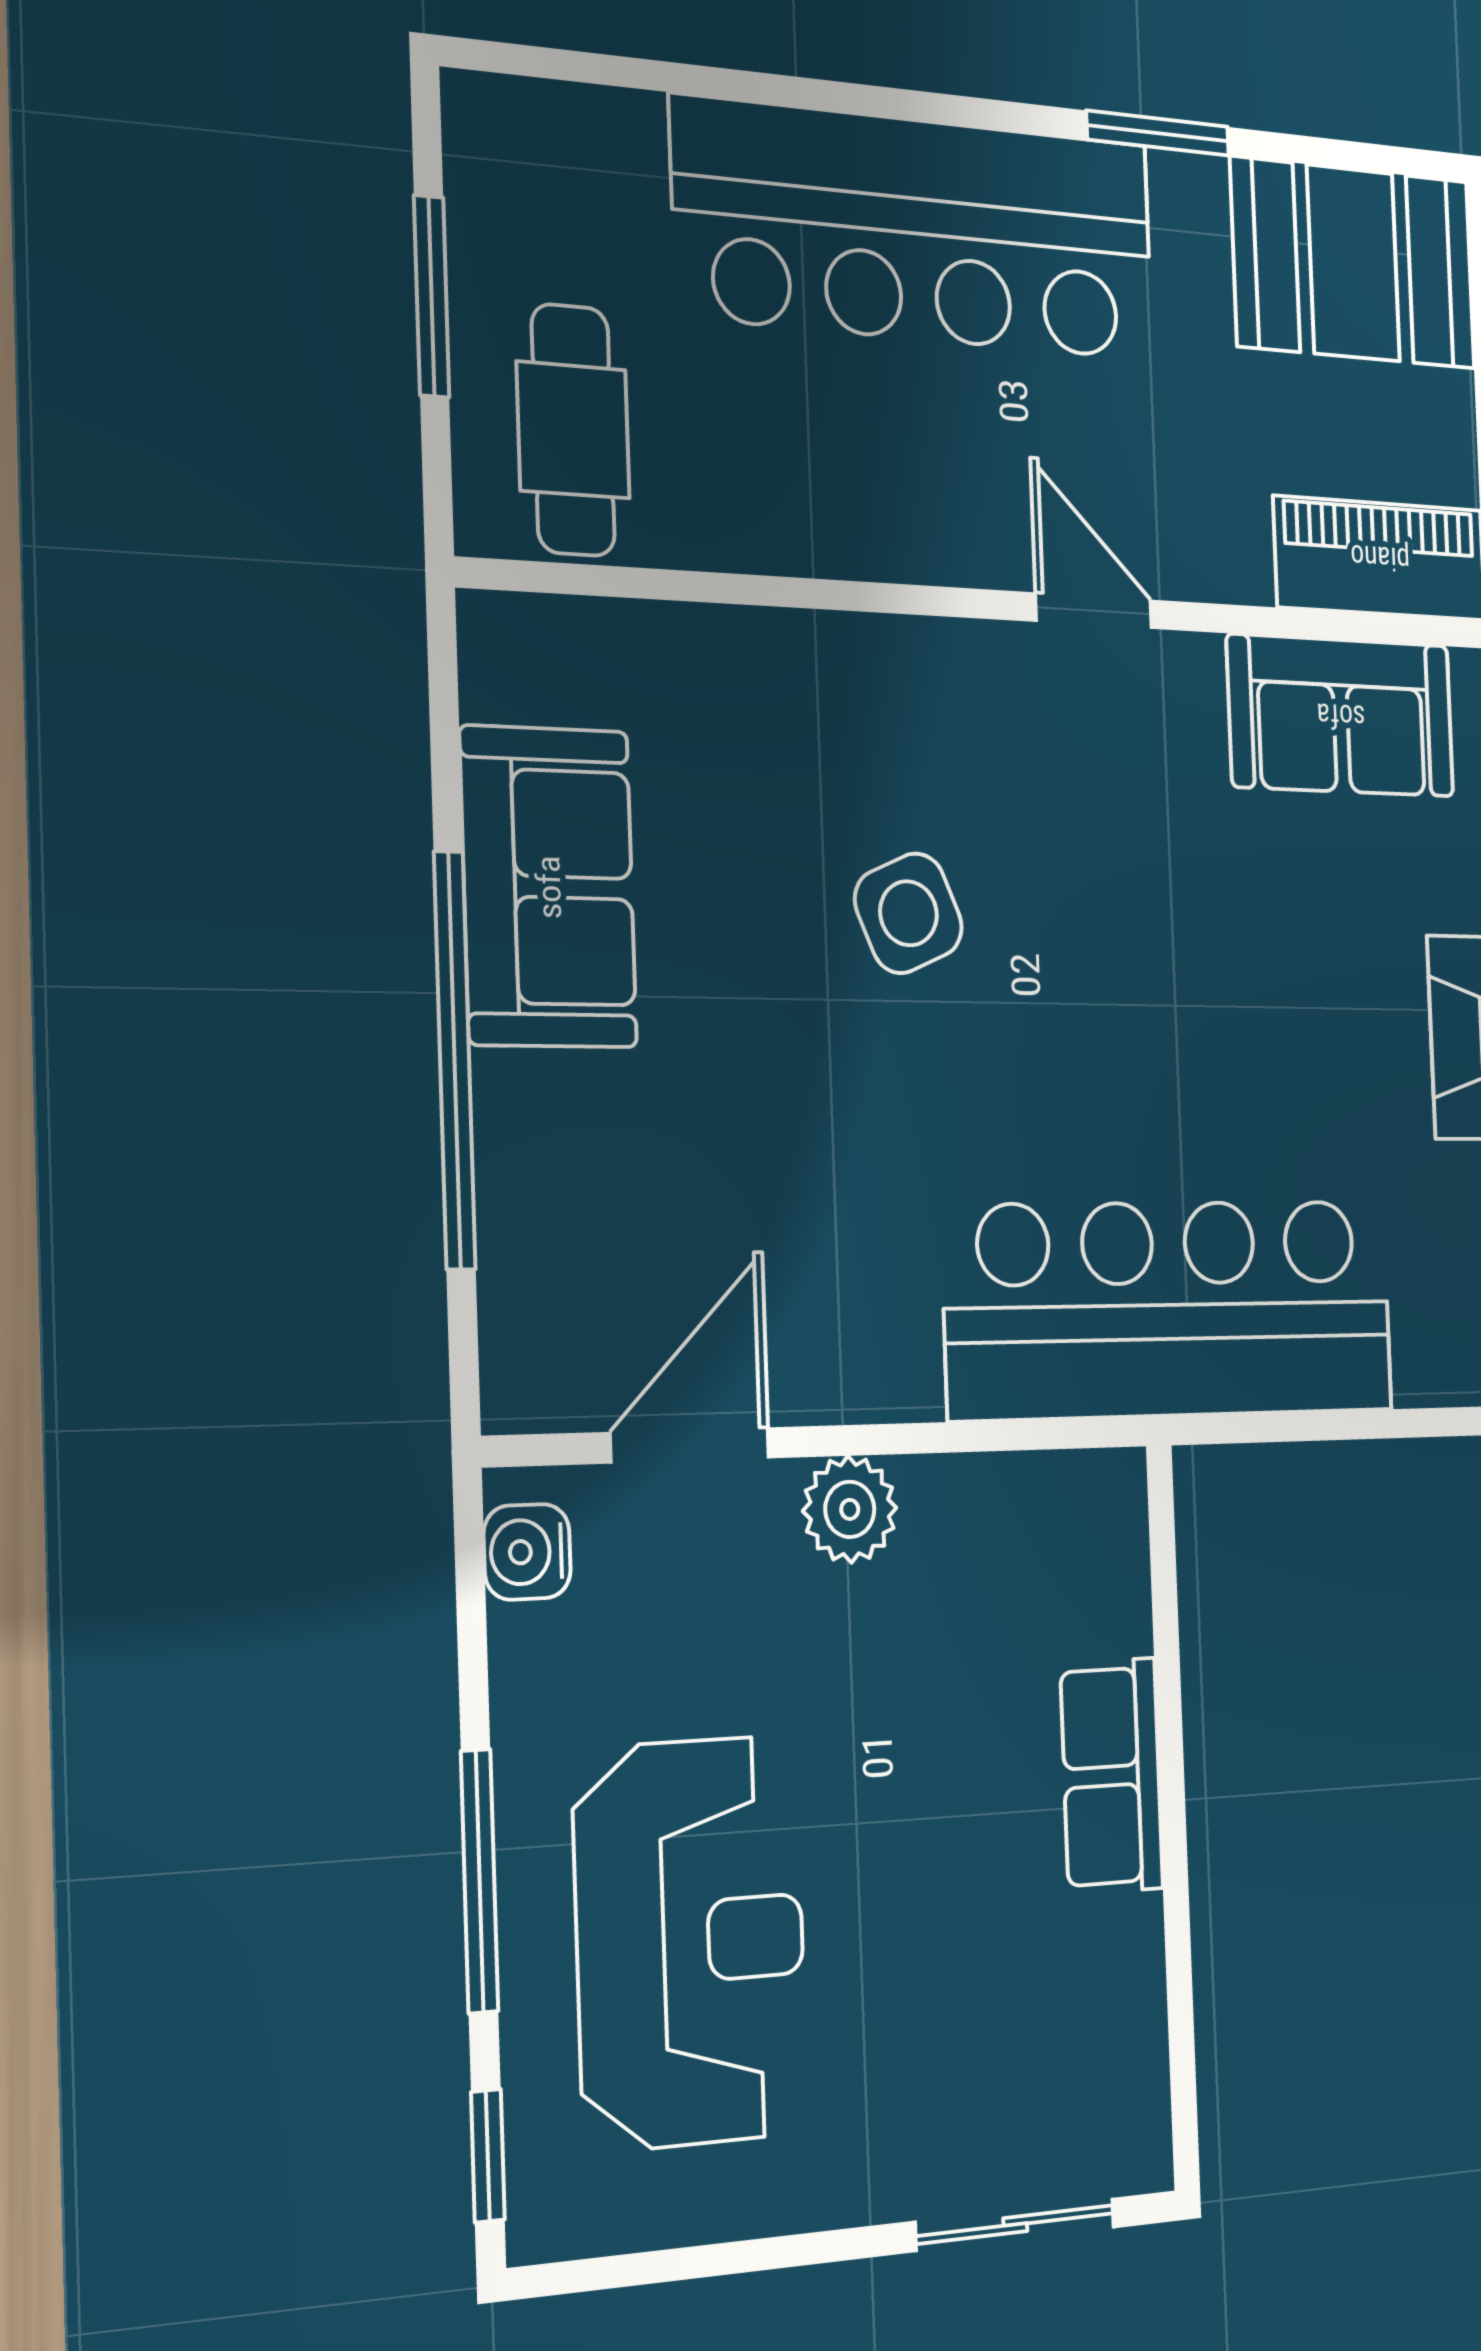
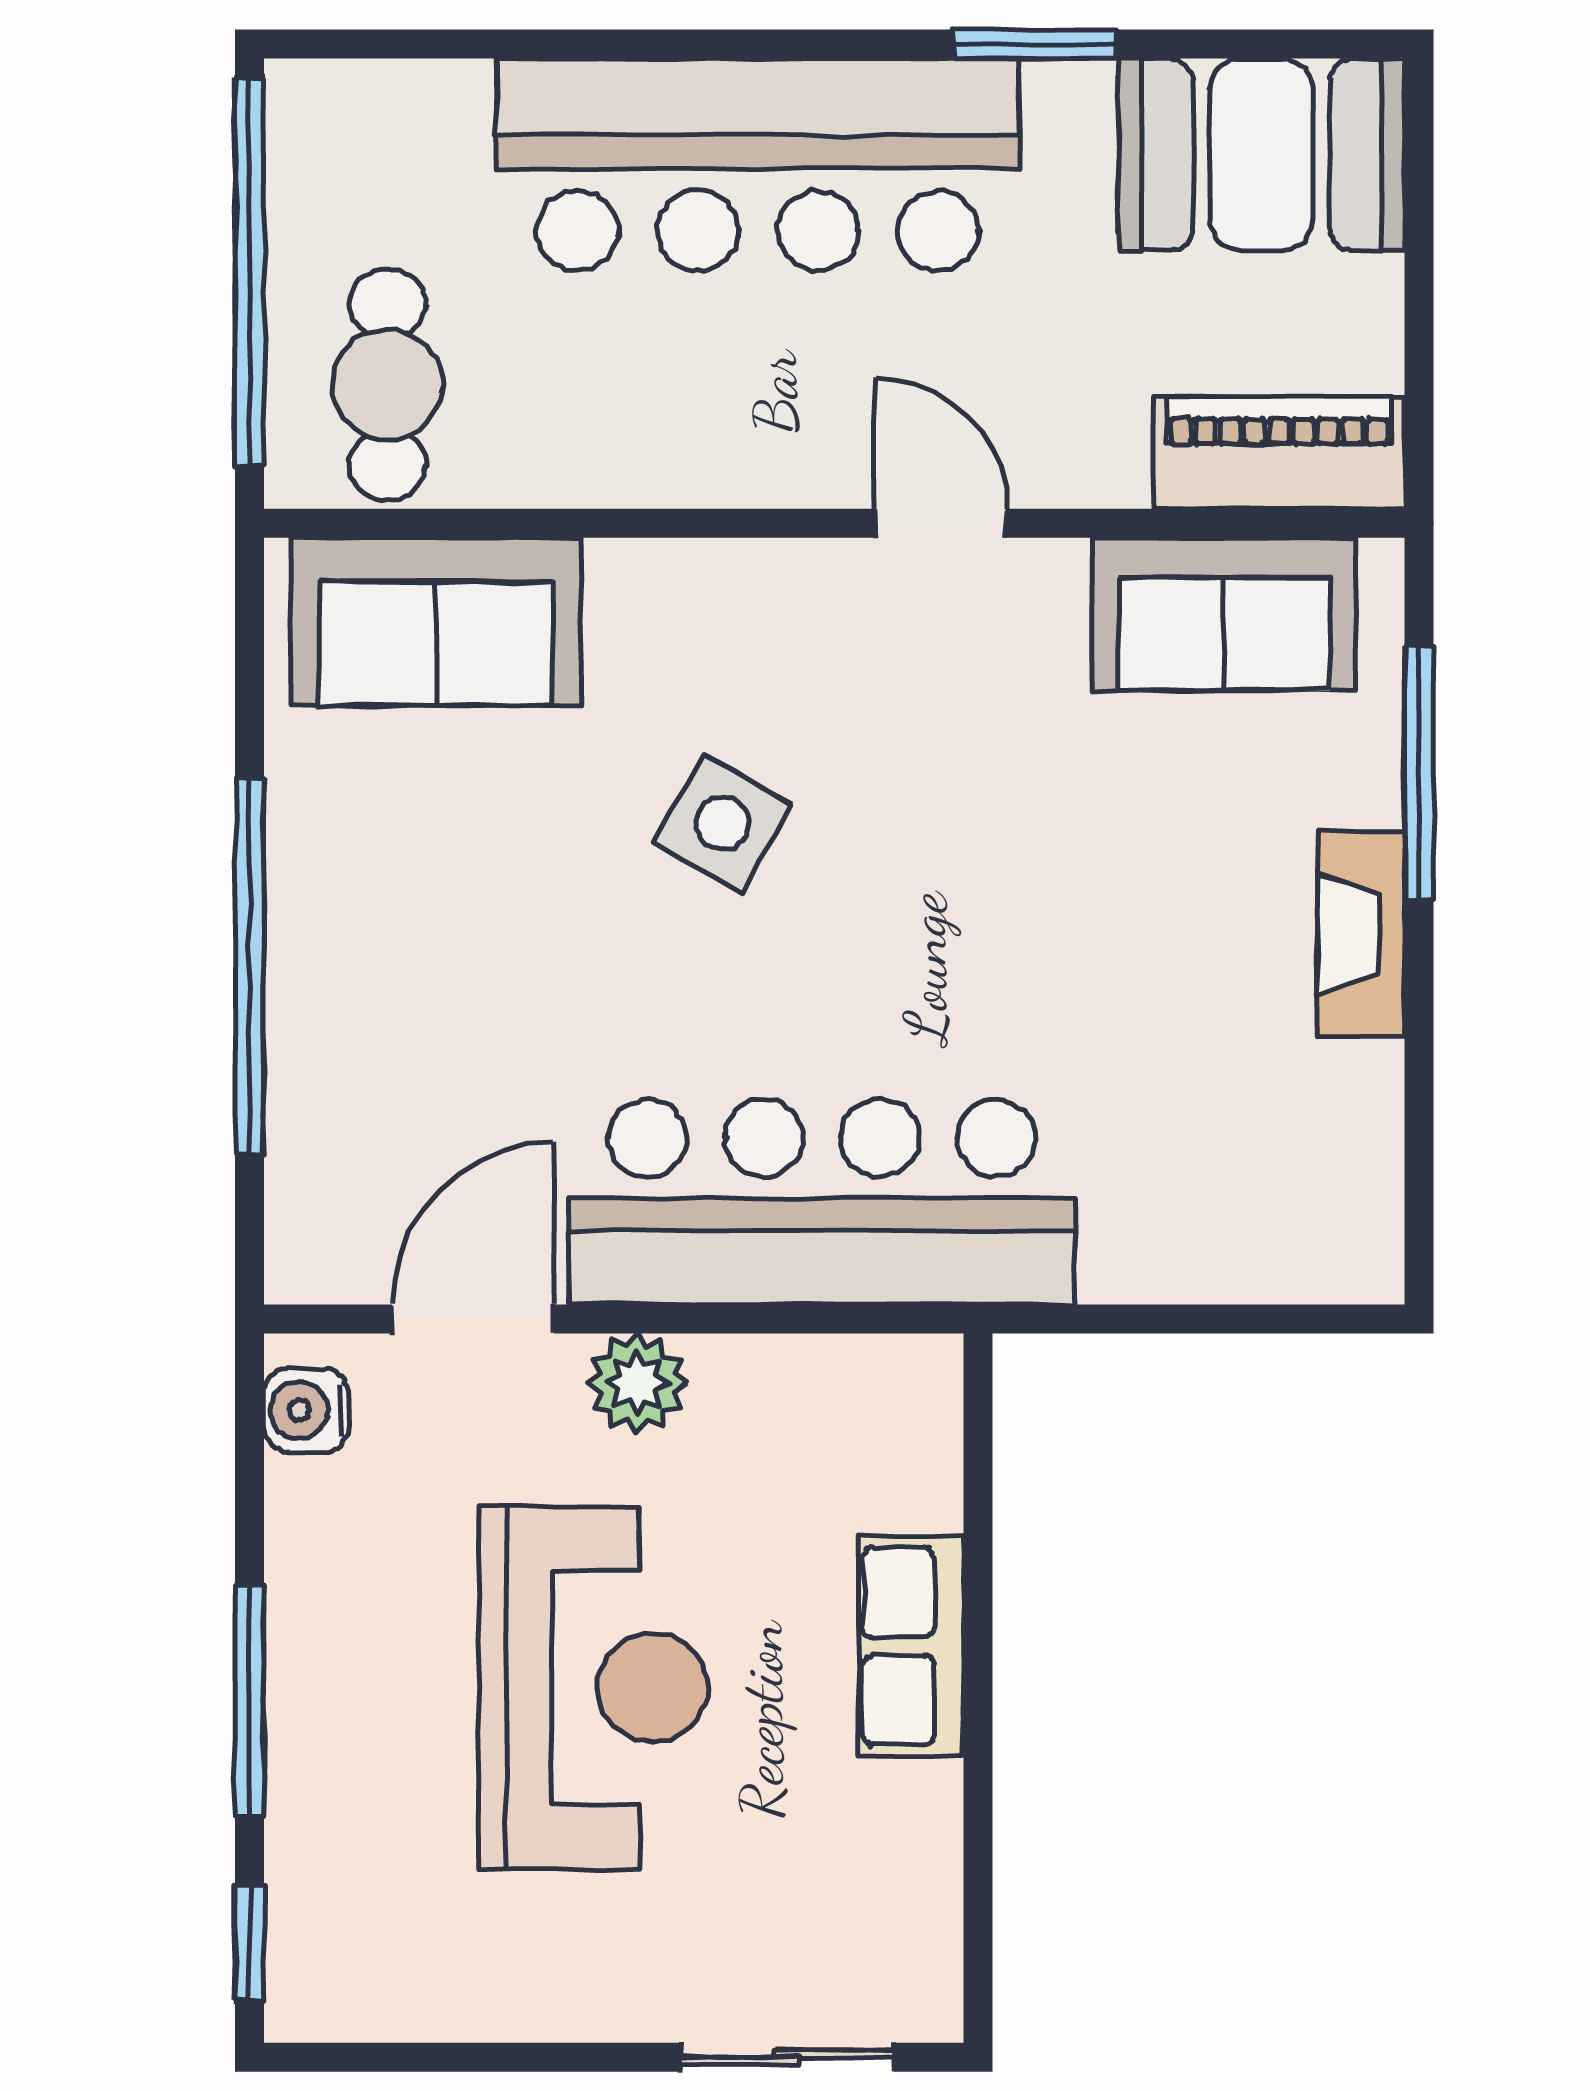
window: (432, 296) -> (249, 272), width x2.11
sofa: (549, 887) -> (436, 622), moved, turned 90
side table: (908, 913) -> (722, 823), turned -37
bar counter: (1171, 1309) -> (822, 1202), moved
reception desk: (691, 1942) -> (593, 1687), moved

